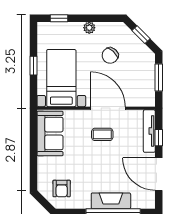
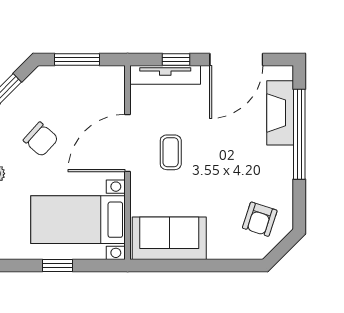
armchair: (62, 189) -> (260, 219), turned 108
fireplace: (111, 201) -> (280, 113), moved

